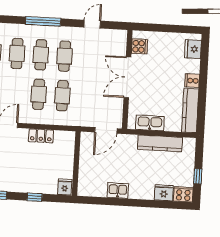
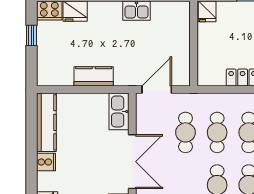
cafe table: (86, 97) -> (185, 132), added
kitchen sink: (150, 123) -> (119, 111), moved, turned 90
kitchen counter: (160, 143) -> (94, 76), width x0.67

